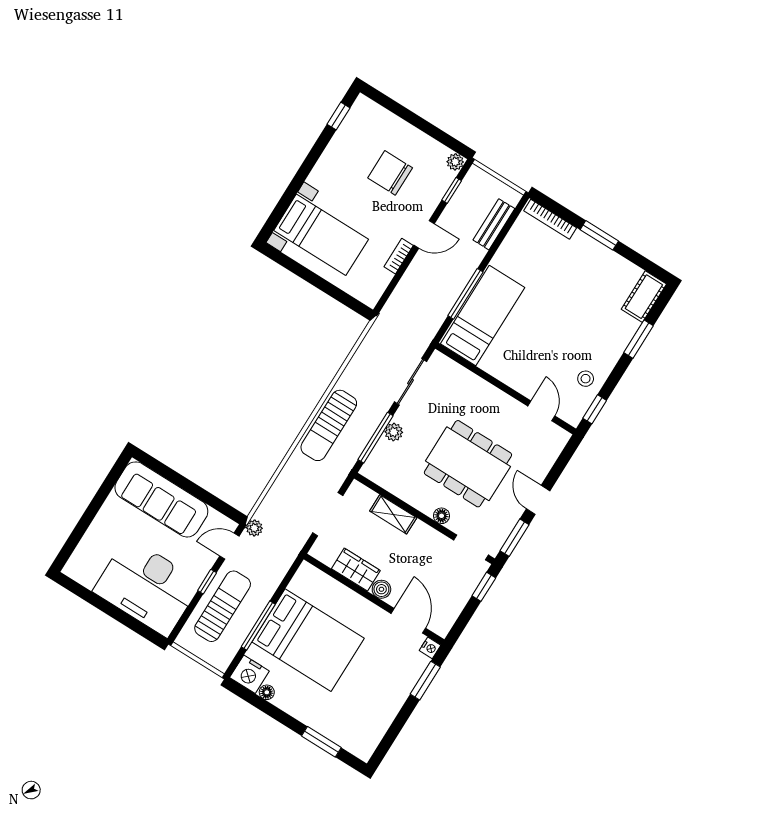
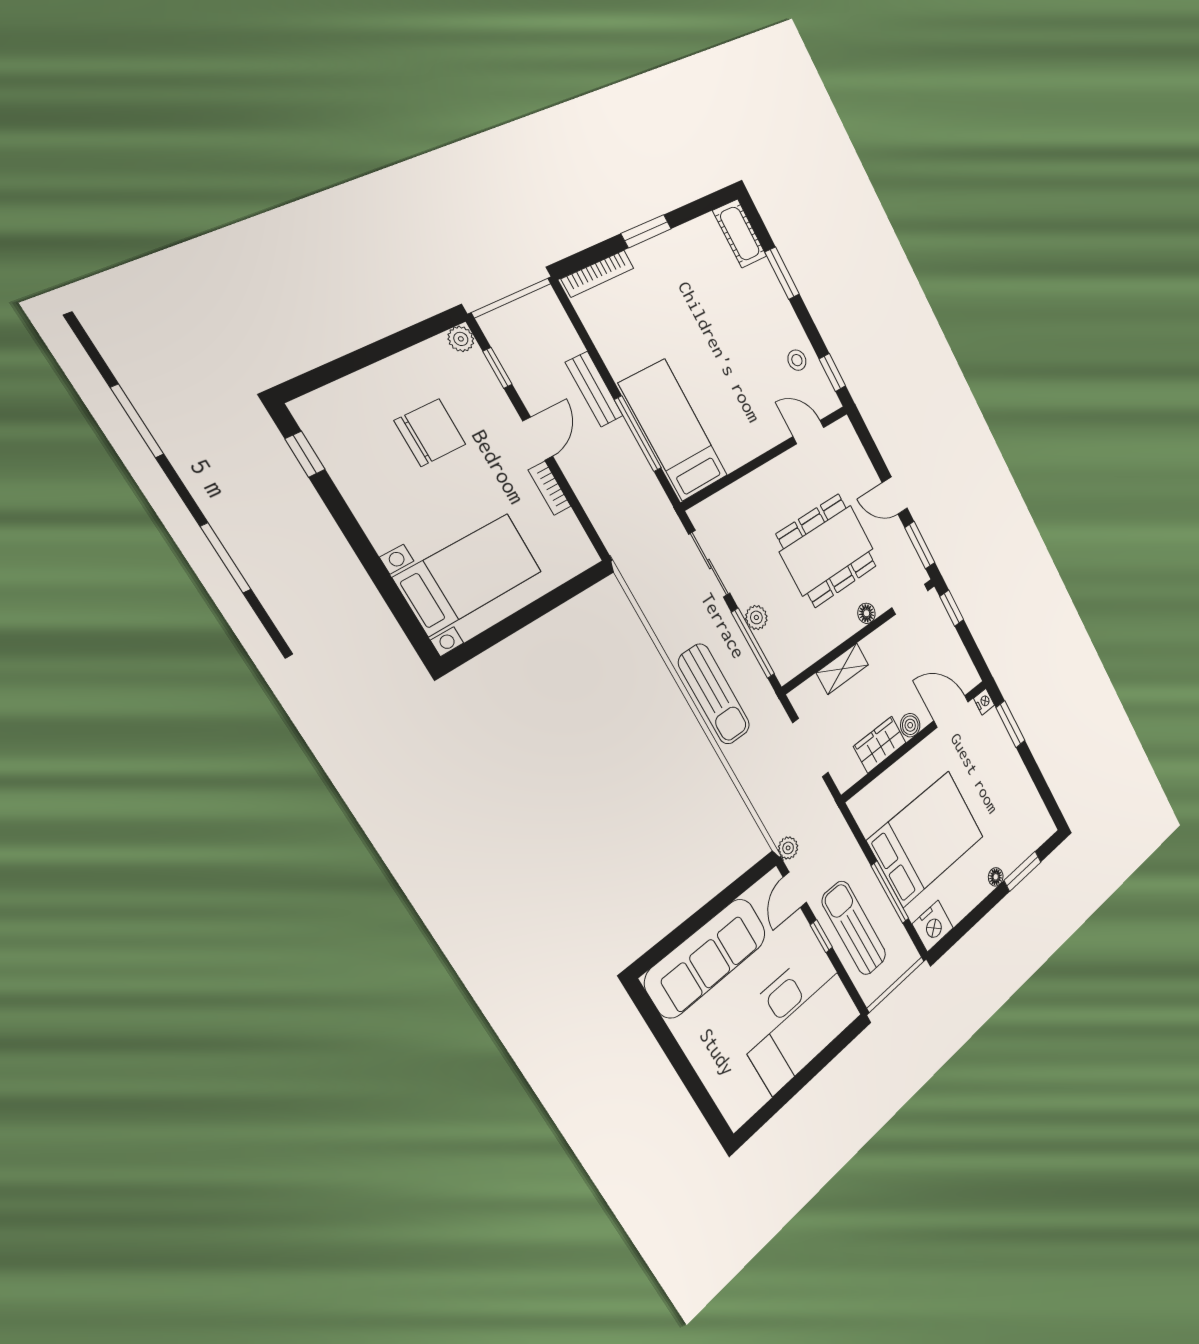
chair: (390, 173) -> (430, 433), turned 180
bench: (494, 224) -> (594, 389), moved
floor lamp: (267, 692) -> (996, 877), moved

